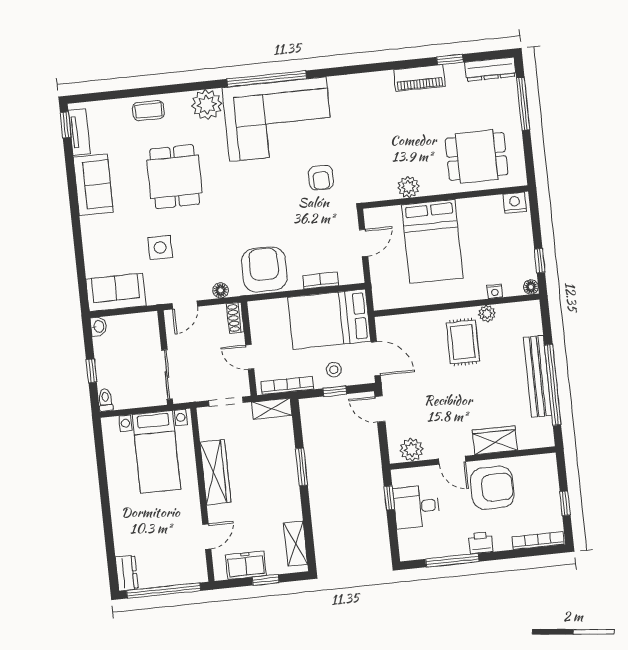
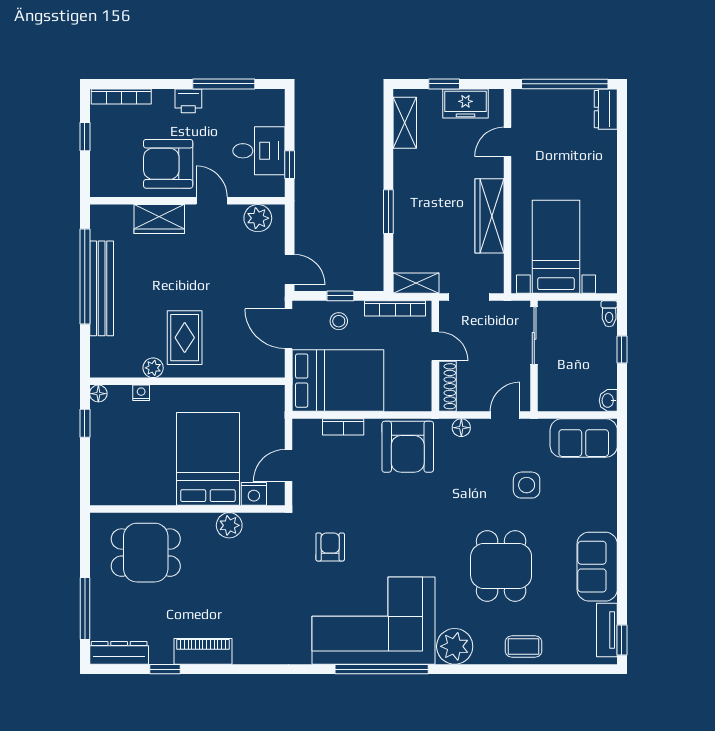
nightstand: (515, 203) -> (254, 494), moved
shoe rack: (235, 318) -> (448, 386), width x1.43

